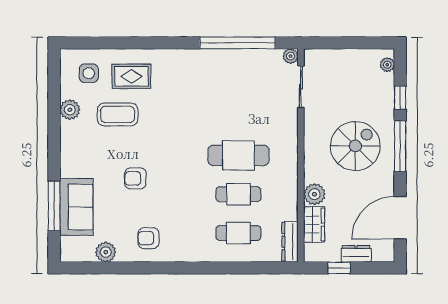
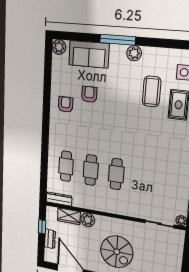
plant: (70, 110) -> (134, 53), moved
cafe table: (238, 155) -> (116, 174), width x0.73, depth x0.74
armchair: (135, 178) -> (89, 94), moved
window: (54, 206) -> (118, 40), moved
plant: (106, 252) -> (59, 47), moved

